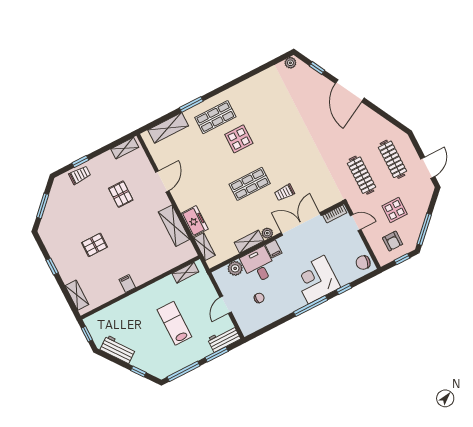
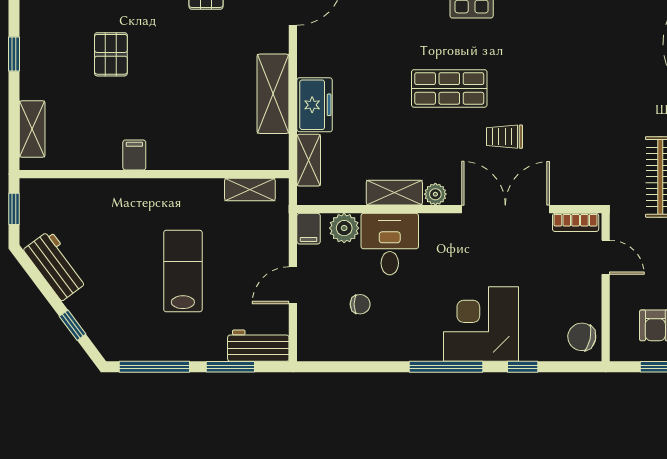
pallet: (94, 245) -> (111, 54), turned 90
filing cabinet: (274, 249) -> (309, 229), moved

